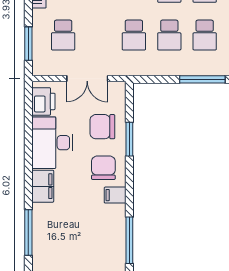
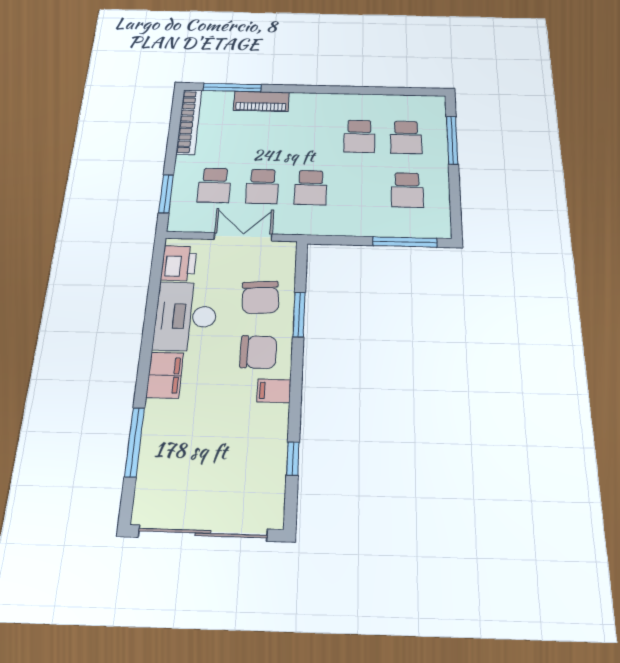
school desk: (169, 35) -> (262, 186), moved
double door: (87, 79) -> (243, 237), swing flipped
chair: (102, 127) -> (260, 297), turned -94
chair: (103, 168) -> (258, 352), turned 90
window: (129, 240) -> (293, 458), width x0.46

